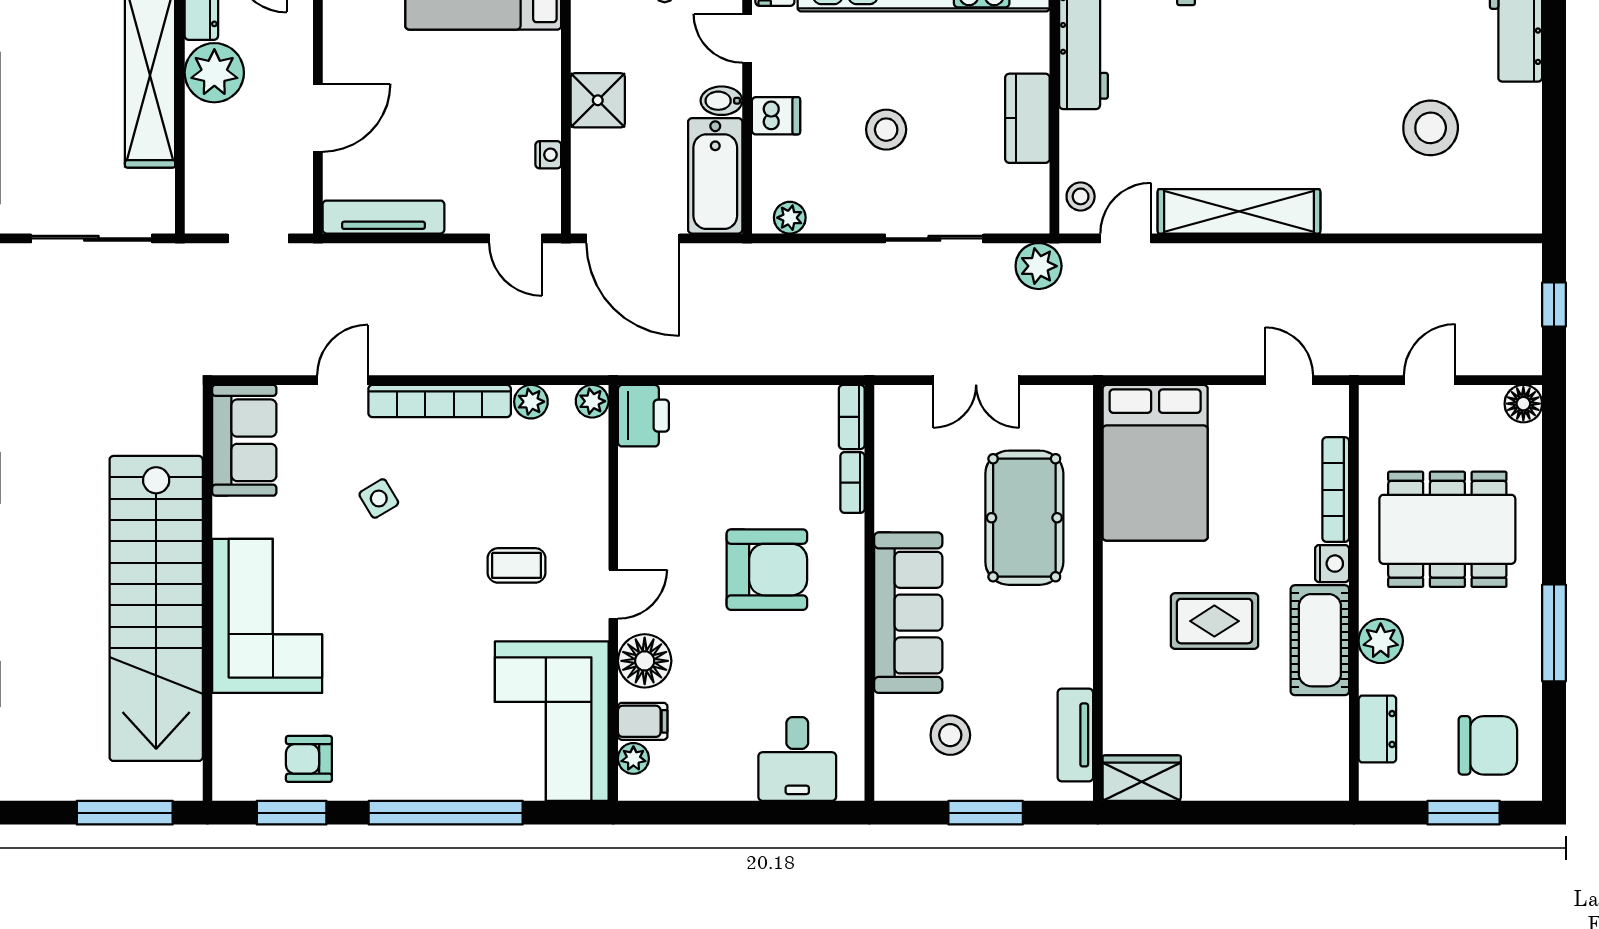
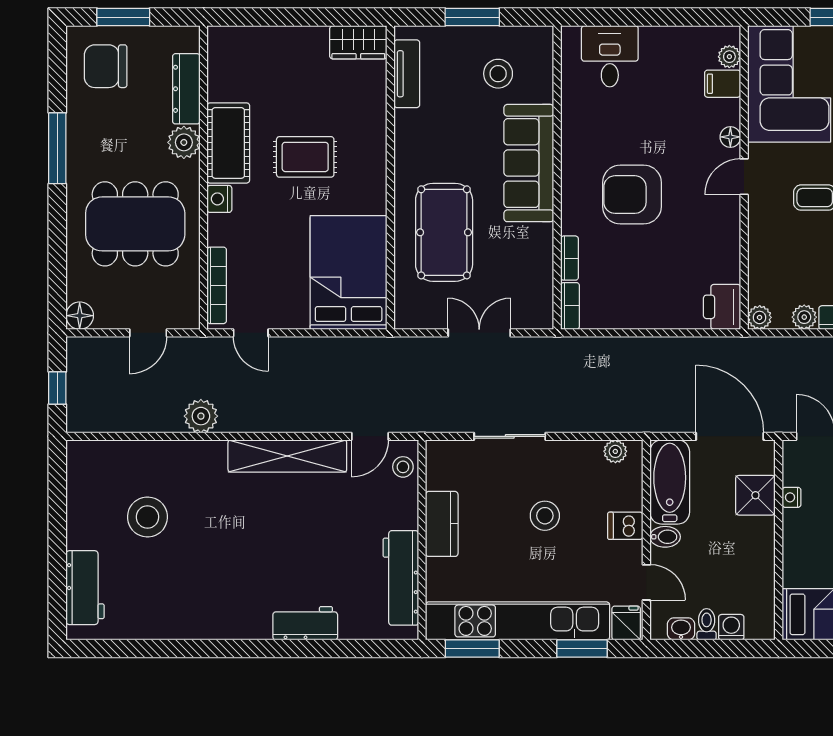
shower: (598, 100) -> (755, 495), moved
plant: (1039, 266) -> (201, 416), moved
bookcase: (1336, 490) -> (217, 285), moved
floor lamp: (645, 661) -> (730, 137), width x0.53, depth x0.53
dresser: (1377, 729) -> (186, 89), width x1.44

